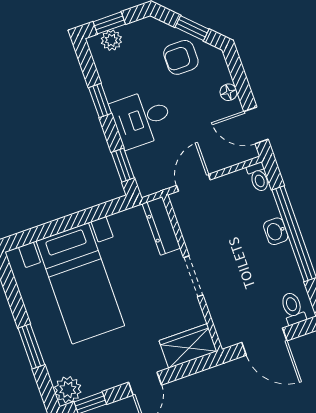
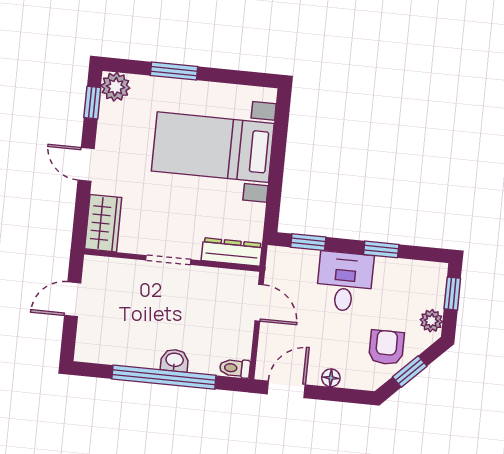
plant: (111, 40) -> (431, 321), moved
toilet: (293, 308) -> (92, 342), removed
door: (264, 342) -> (73, 299), width x0.73

